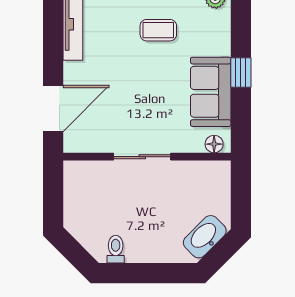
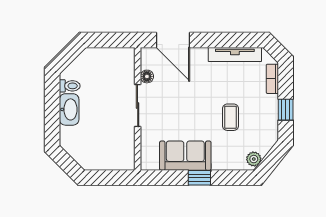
floor lamp: (214, 144) -> (147, 76), moved
washbasin: (205, 237) -> (69, 109), moved, turned 45

